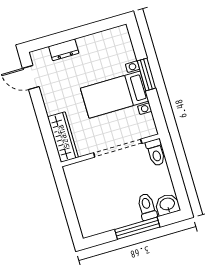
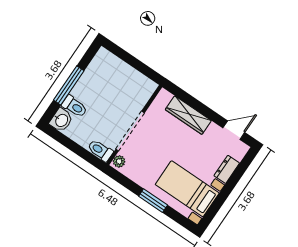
bed with nightstands: (115, 95) -> (187, 189), moved, turned -90
plant: (148, 130) -> (119, 161), added
wardrobe: (63, 137) -> (188, 115), moved

